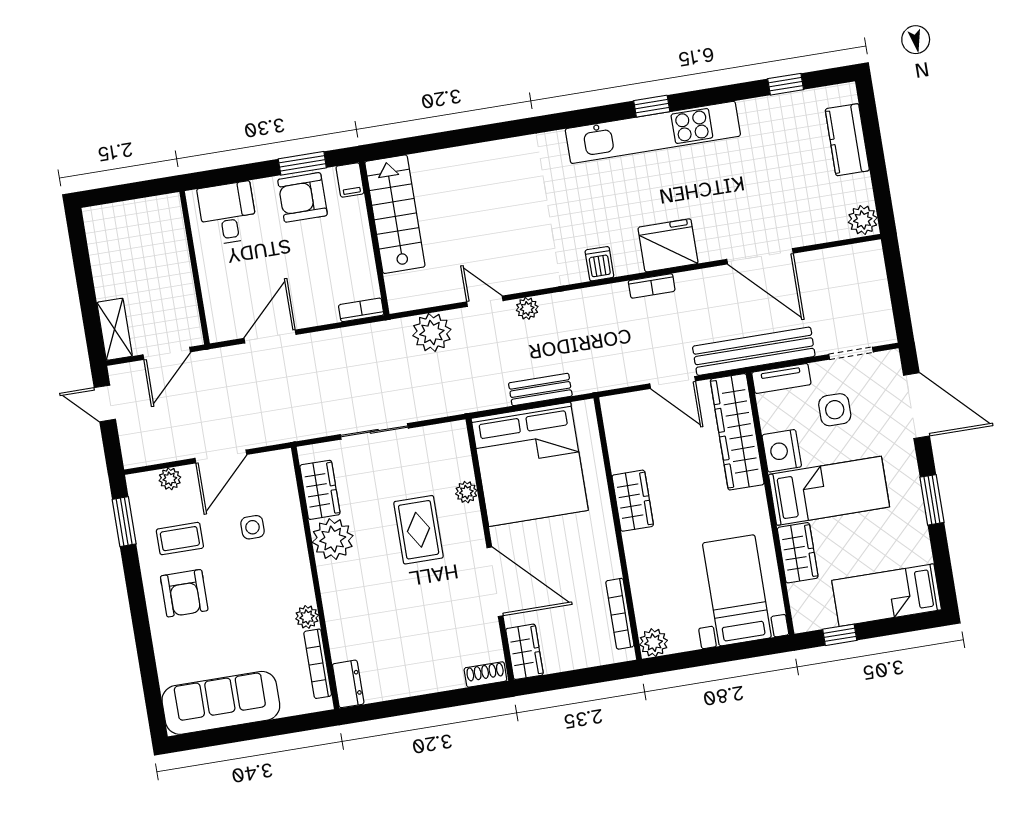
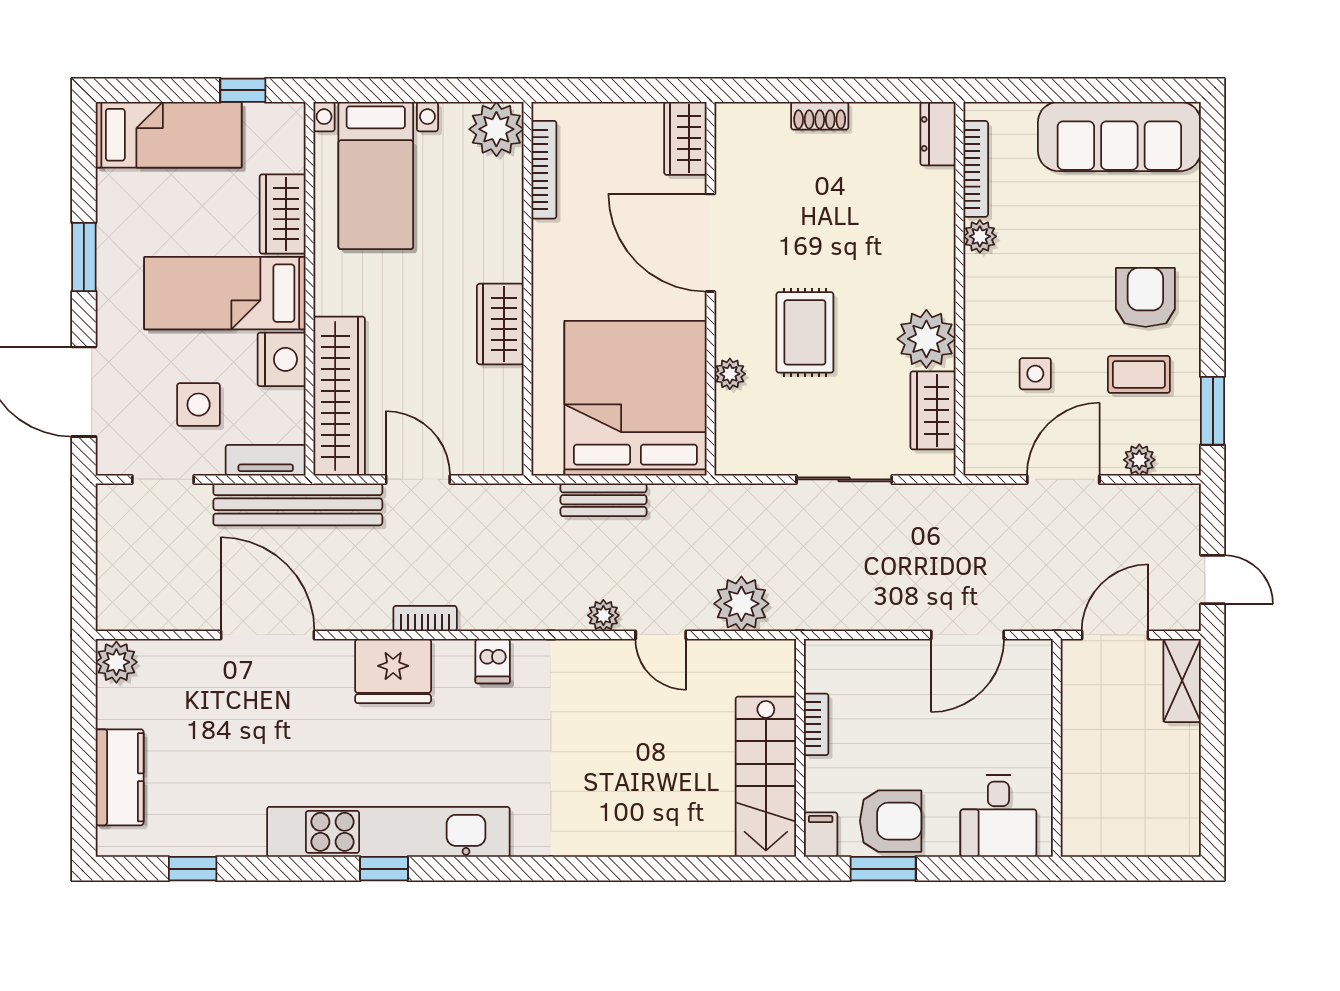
bookcase: (361, 310) -> (816, 724), moved, turned -90
plant: (654, 643) -> (496, 129), width x1.36, depth x1.36
shoe rack: (485, 674) -> (820, 116), moved

